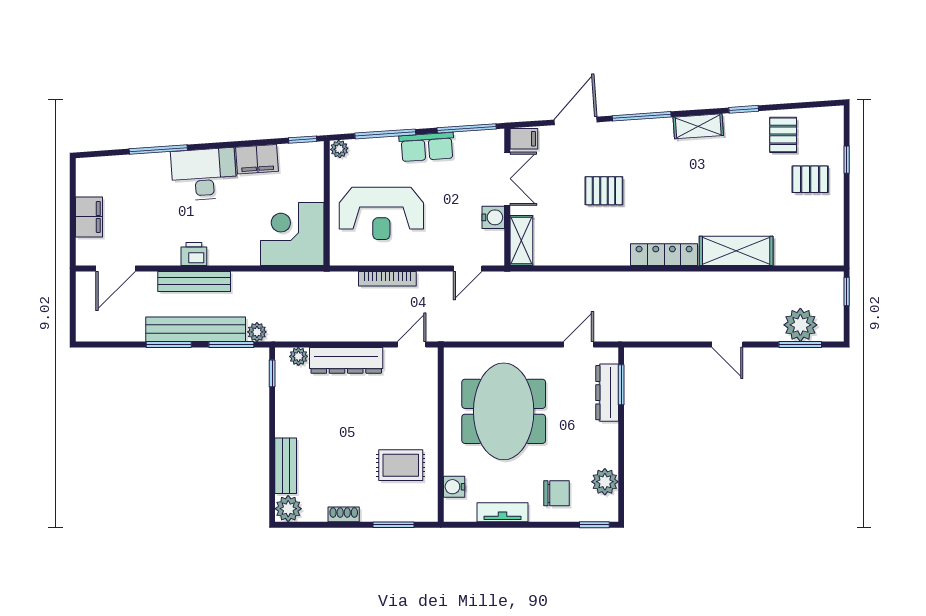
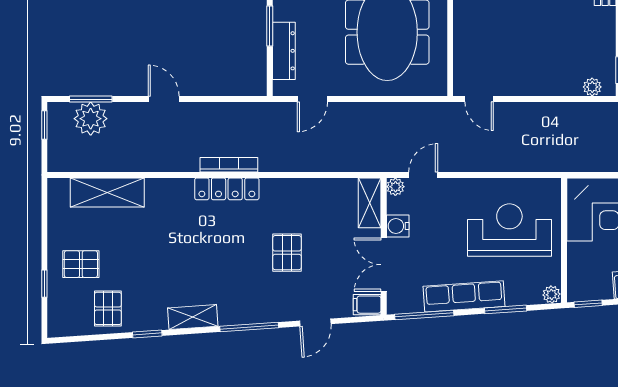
door: (576, 121) -> (315, 322), width x0.73
window: (385, 134) -> (506, 309), width x0.69
row of seats: (427, 147) -> (464, 296), width x1.48
pallet: (604, 191) -> (287, 253), turned 90
shelving: (736, 251) -> (107, 193), moved
plant: (495, 257) -> (395, 187), added
bookcase: (387, 279) -> (229, 165), moved
window: (847, 292) -> (44, 125), moved
door: (412, 344) -> (479, 99), hinge flipped
dresser: (346, 360) -> (545, 83), removed
window: (621, 385) -> (270, 26), moved

